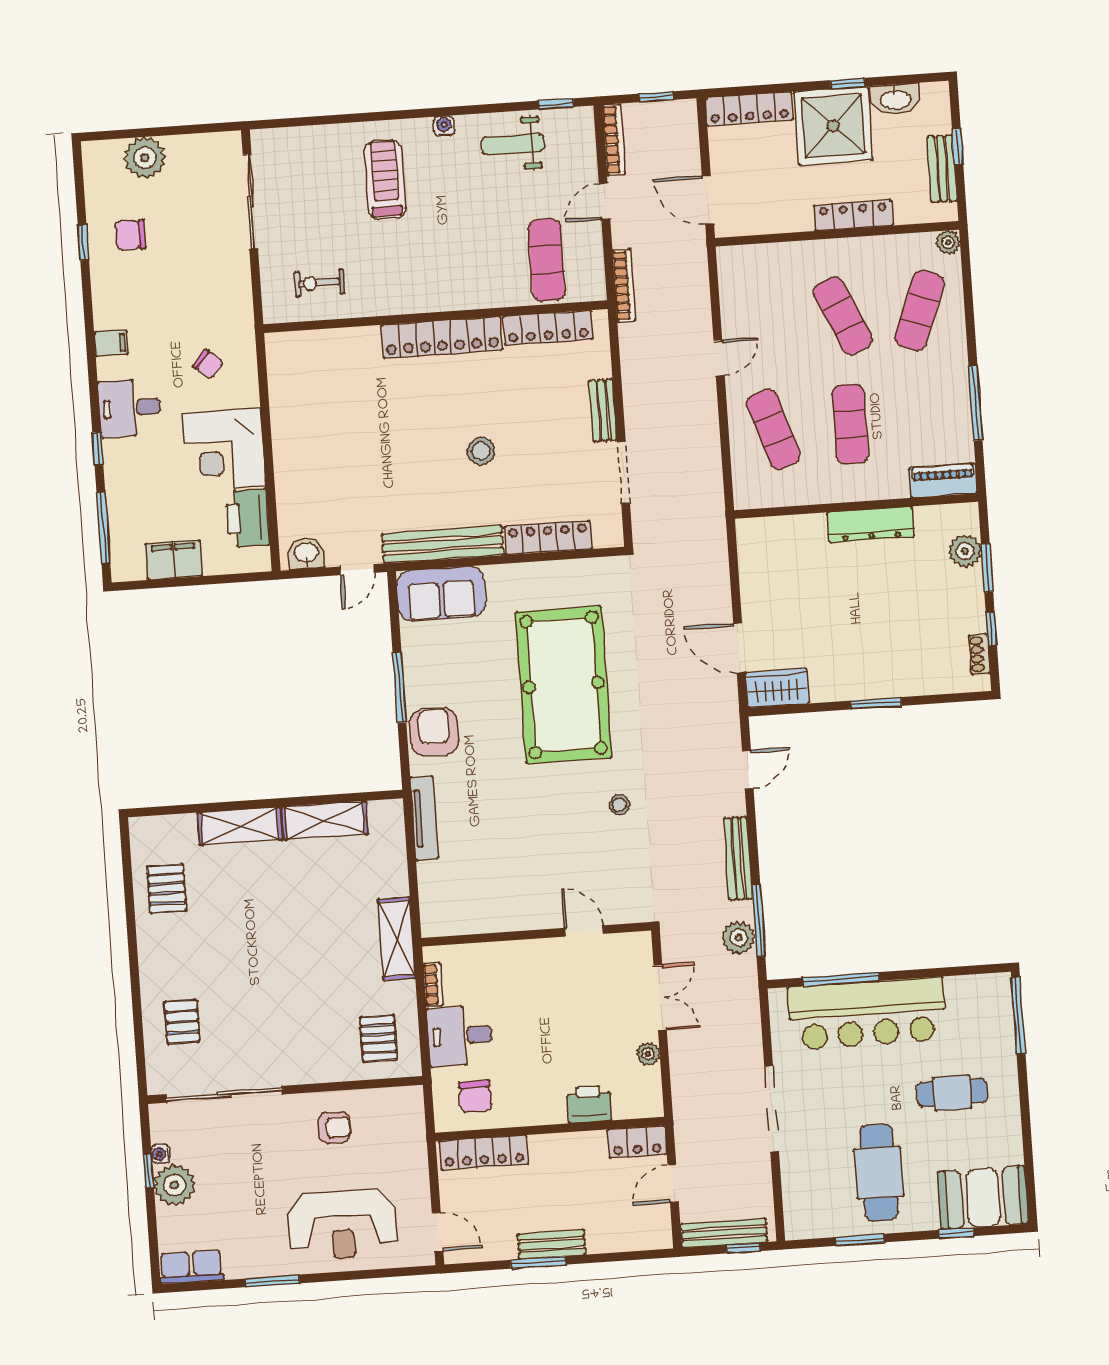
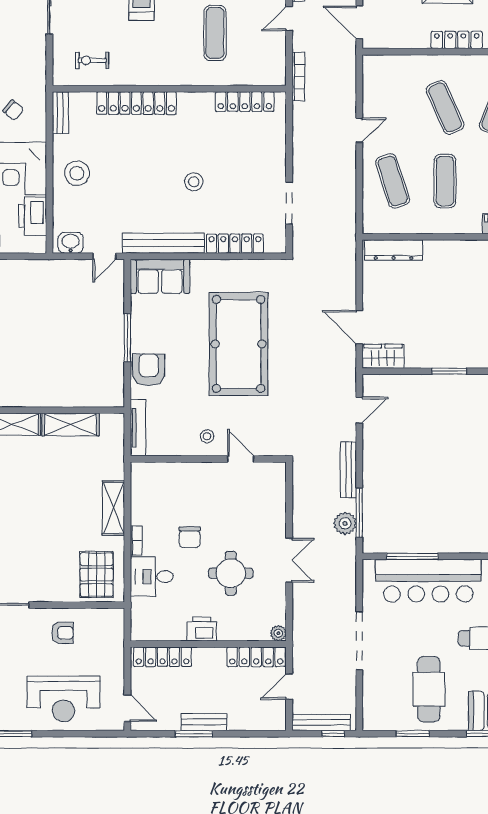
exercise mat: (546, 260) -> (215, 33), moved
locker: (442, 337) -> (137, 103), moved
bench: (603, 410) -> (60, 112), moved
stool: (309, 450) -> (77, 173), added
dresser: (871, 525) -> (394, 250), moved
stool: (619, 805) -> (207, 436), moved
door: (584, 931) -> (241, 459), moved
wall: (536, 934) -> (208, 459), moved
round table: (576, 1023) -> (231, 573), added
pallet: (378, 1038) -> (97, 575), width x1.50, depth x1.42
plant: (648, 1054) -> (278, 633), moved
chair: (475, 1097) -> (190, 537), moved
printer: (589, 1104) -> (202, 629), moved
locker: (637, 1142) -> (256, 657), width x1.53

